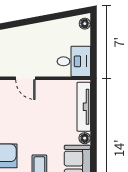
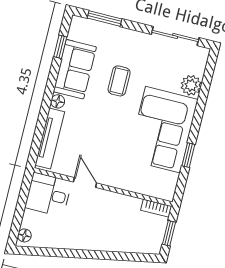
door: (25, 78) -> (85, 183), moved

